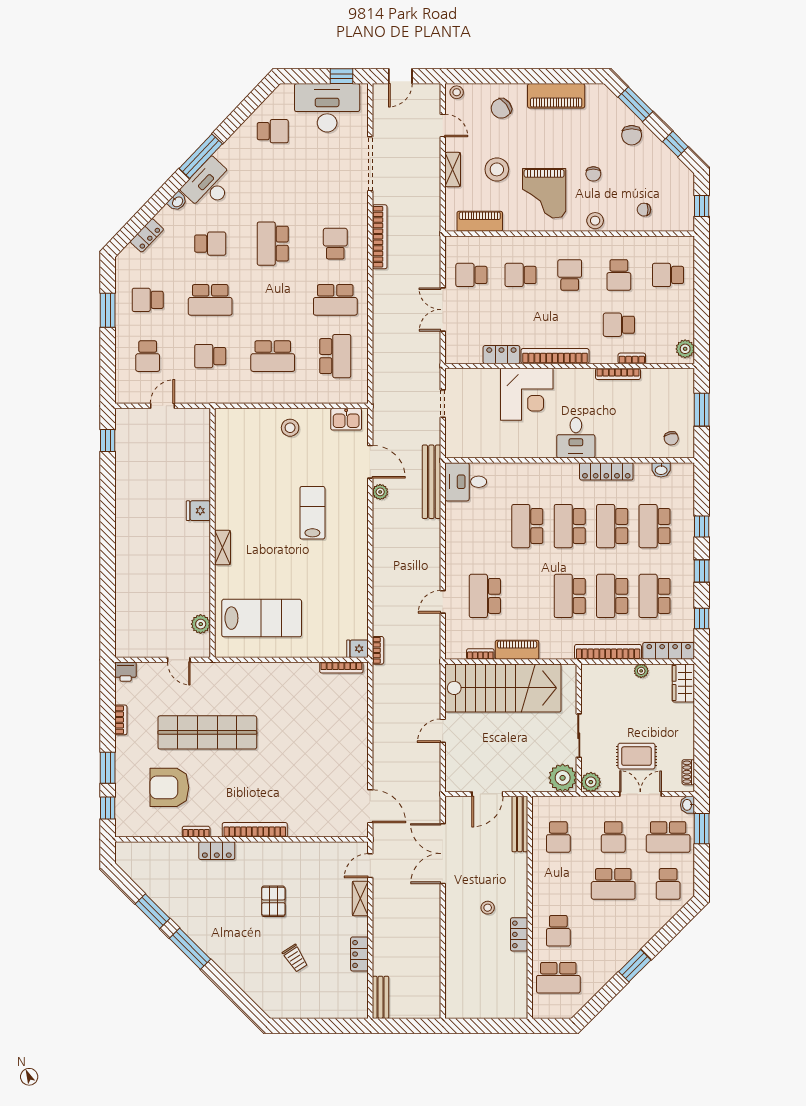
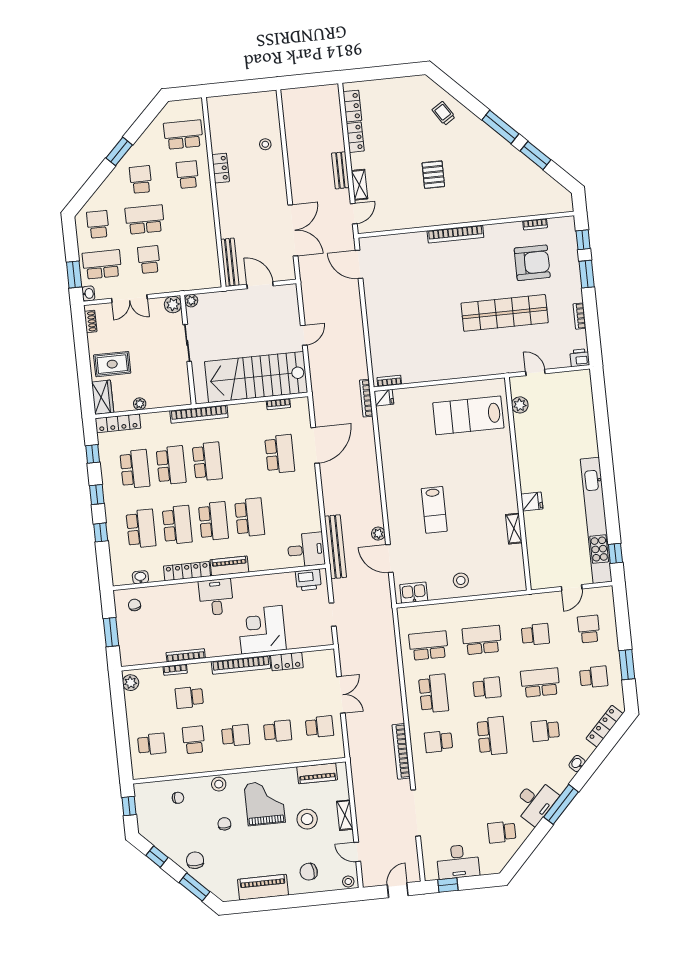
desk: (327, 108) -> (458, 862), width x0.73, depth x0.77
chair: (501, 108) -> (309, 872), turned -150
desk: (209, 185) -> (535, 802), moved
locker: (147, 235) -> (605, 726), width x1.53
school desk: (335, 244) -> (438, 742), turned 90
school desk: (570, 275) -> (236, 735), turned -90
school desk: (273, 300) -> (487, 688), added
school desk: (335, 300) -> (434, 694), turned 90
school desk: (619, 325) -> (189, 697), turned 180
school desk: (335, 356) -> (429, 646), turned 90
printer: (467, 447) -> (308, 580), added
kitchen unit: (126, 481) -> (596, 520), added
shelving: (222, 548) -> (514, 529), moved
door: (443, 602) -> (315, 445), width x1.88
bookcase: (378, 650) -> (366, 398), width x1.56
piano: (517, 650) -> (229, 566), moved, turned 180
bookcase: (608, 652) -> (199, 414), moved
bookcase: (341, 668) -> (389, 381), width x0.64
rug: (636, 756) -> (112, 364), moved
plant: (563, 778) -> (191, 301), width x0.53, depth x0.53
door: (487, 794) -> (260, 285), hinge flipped
bookcase: (196, 832) -> (535, 224), moved
school desk: (558, 837) -> (141, 179), moved
locker: (217, 851) -> (352, 106), moved, turned 90
stool: (488, 908) -> (265, 144), moved
trolley: (295, 958) -> (444, 113), moved
bench: (380, 997) -> (340, 170), moved

